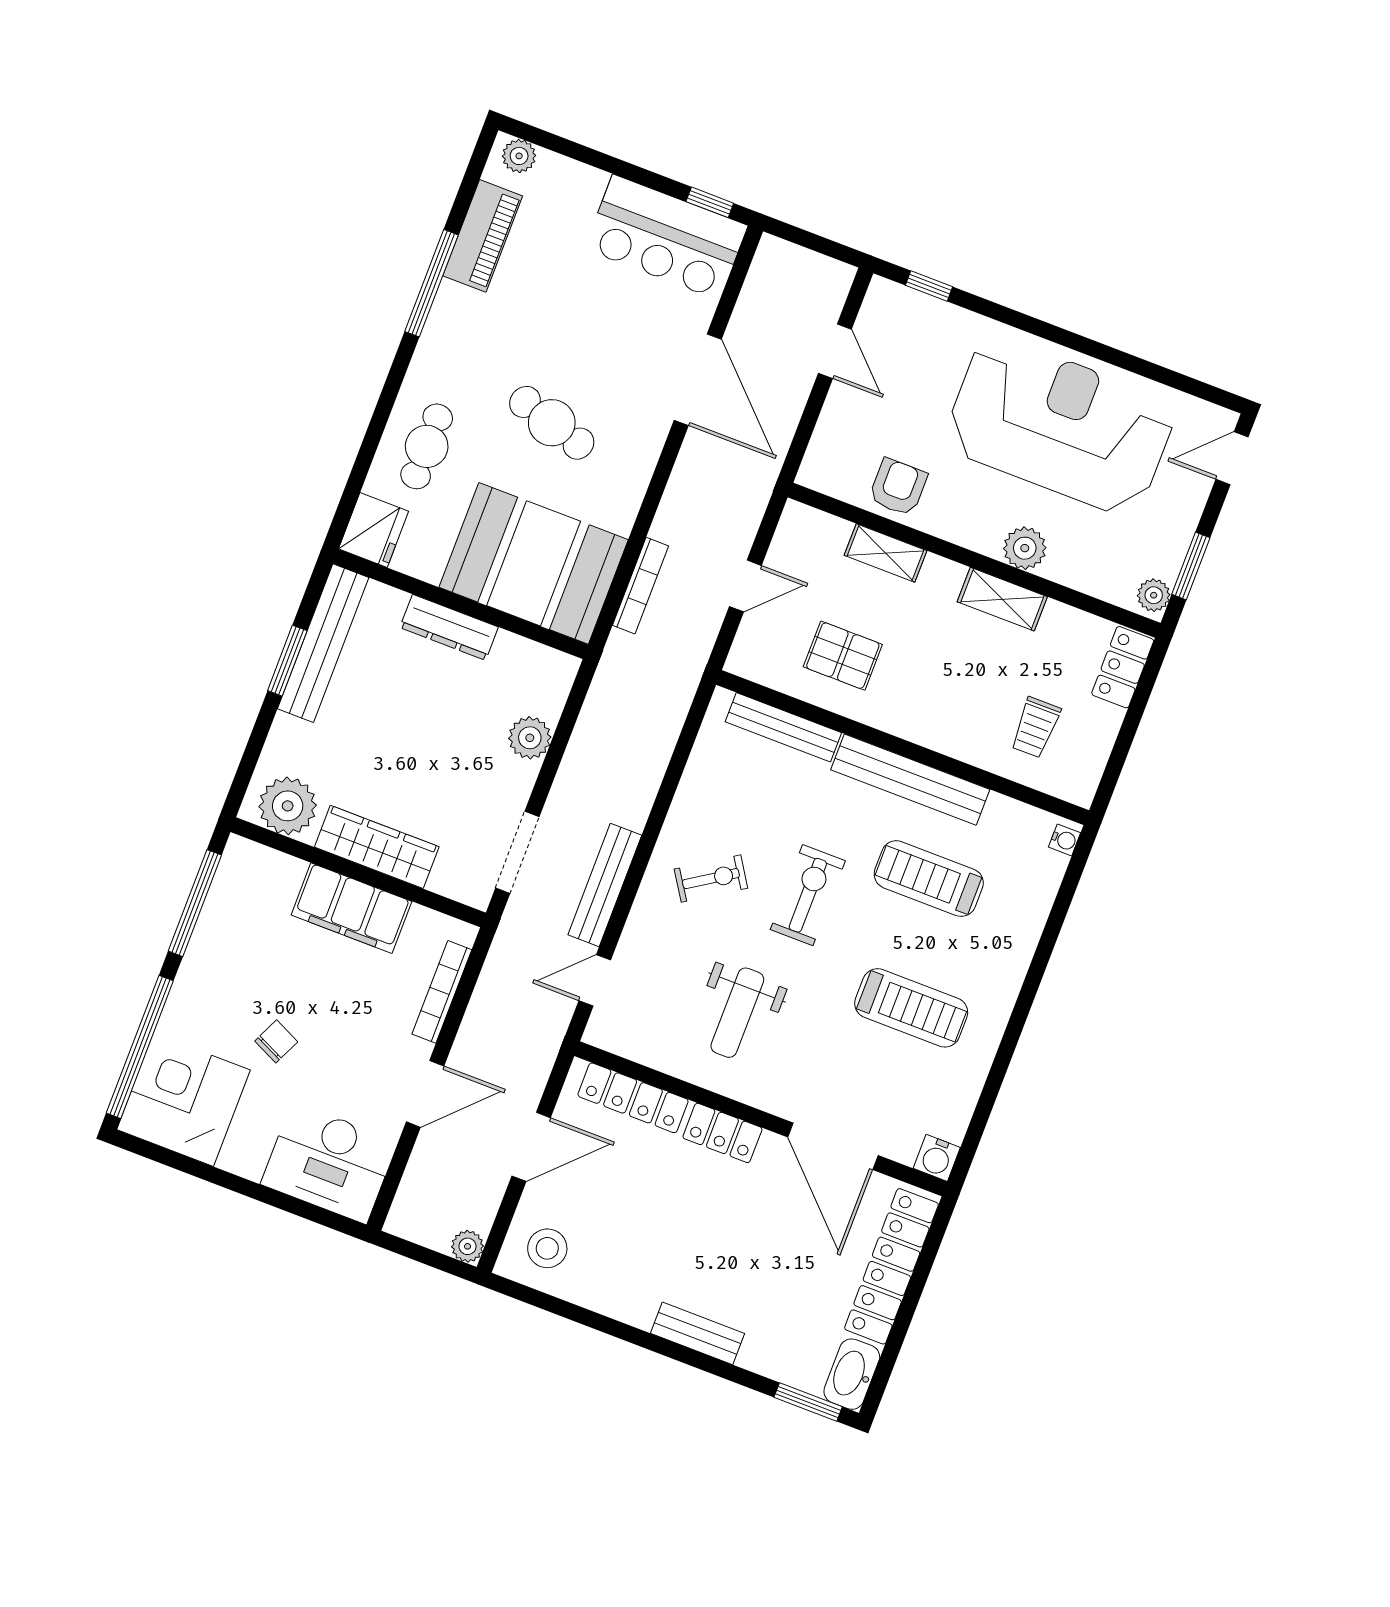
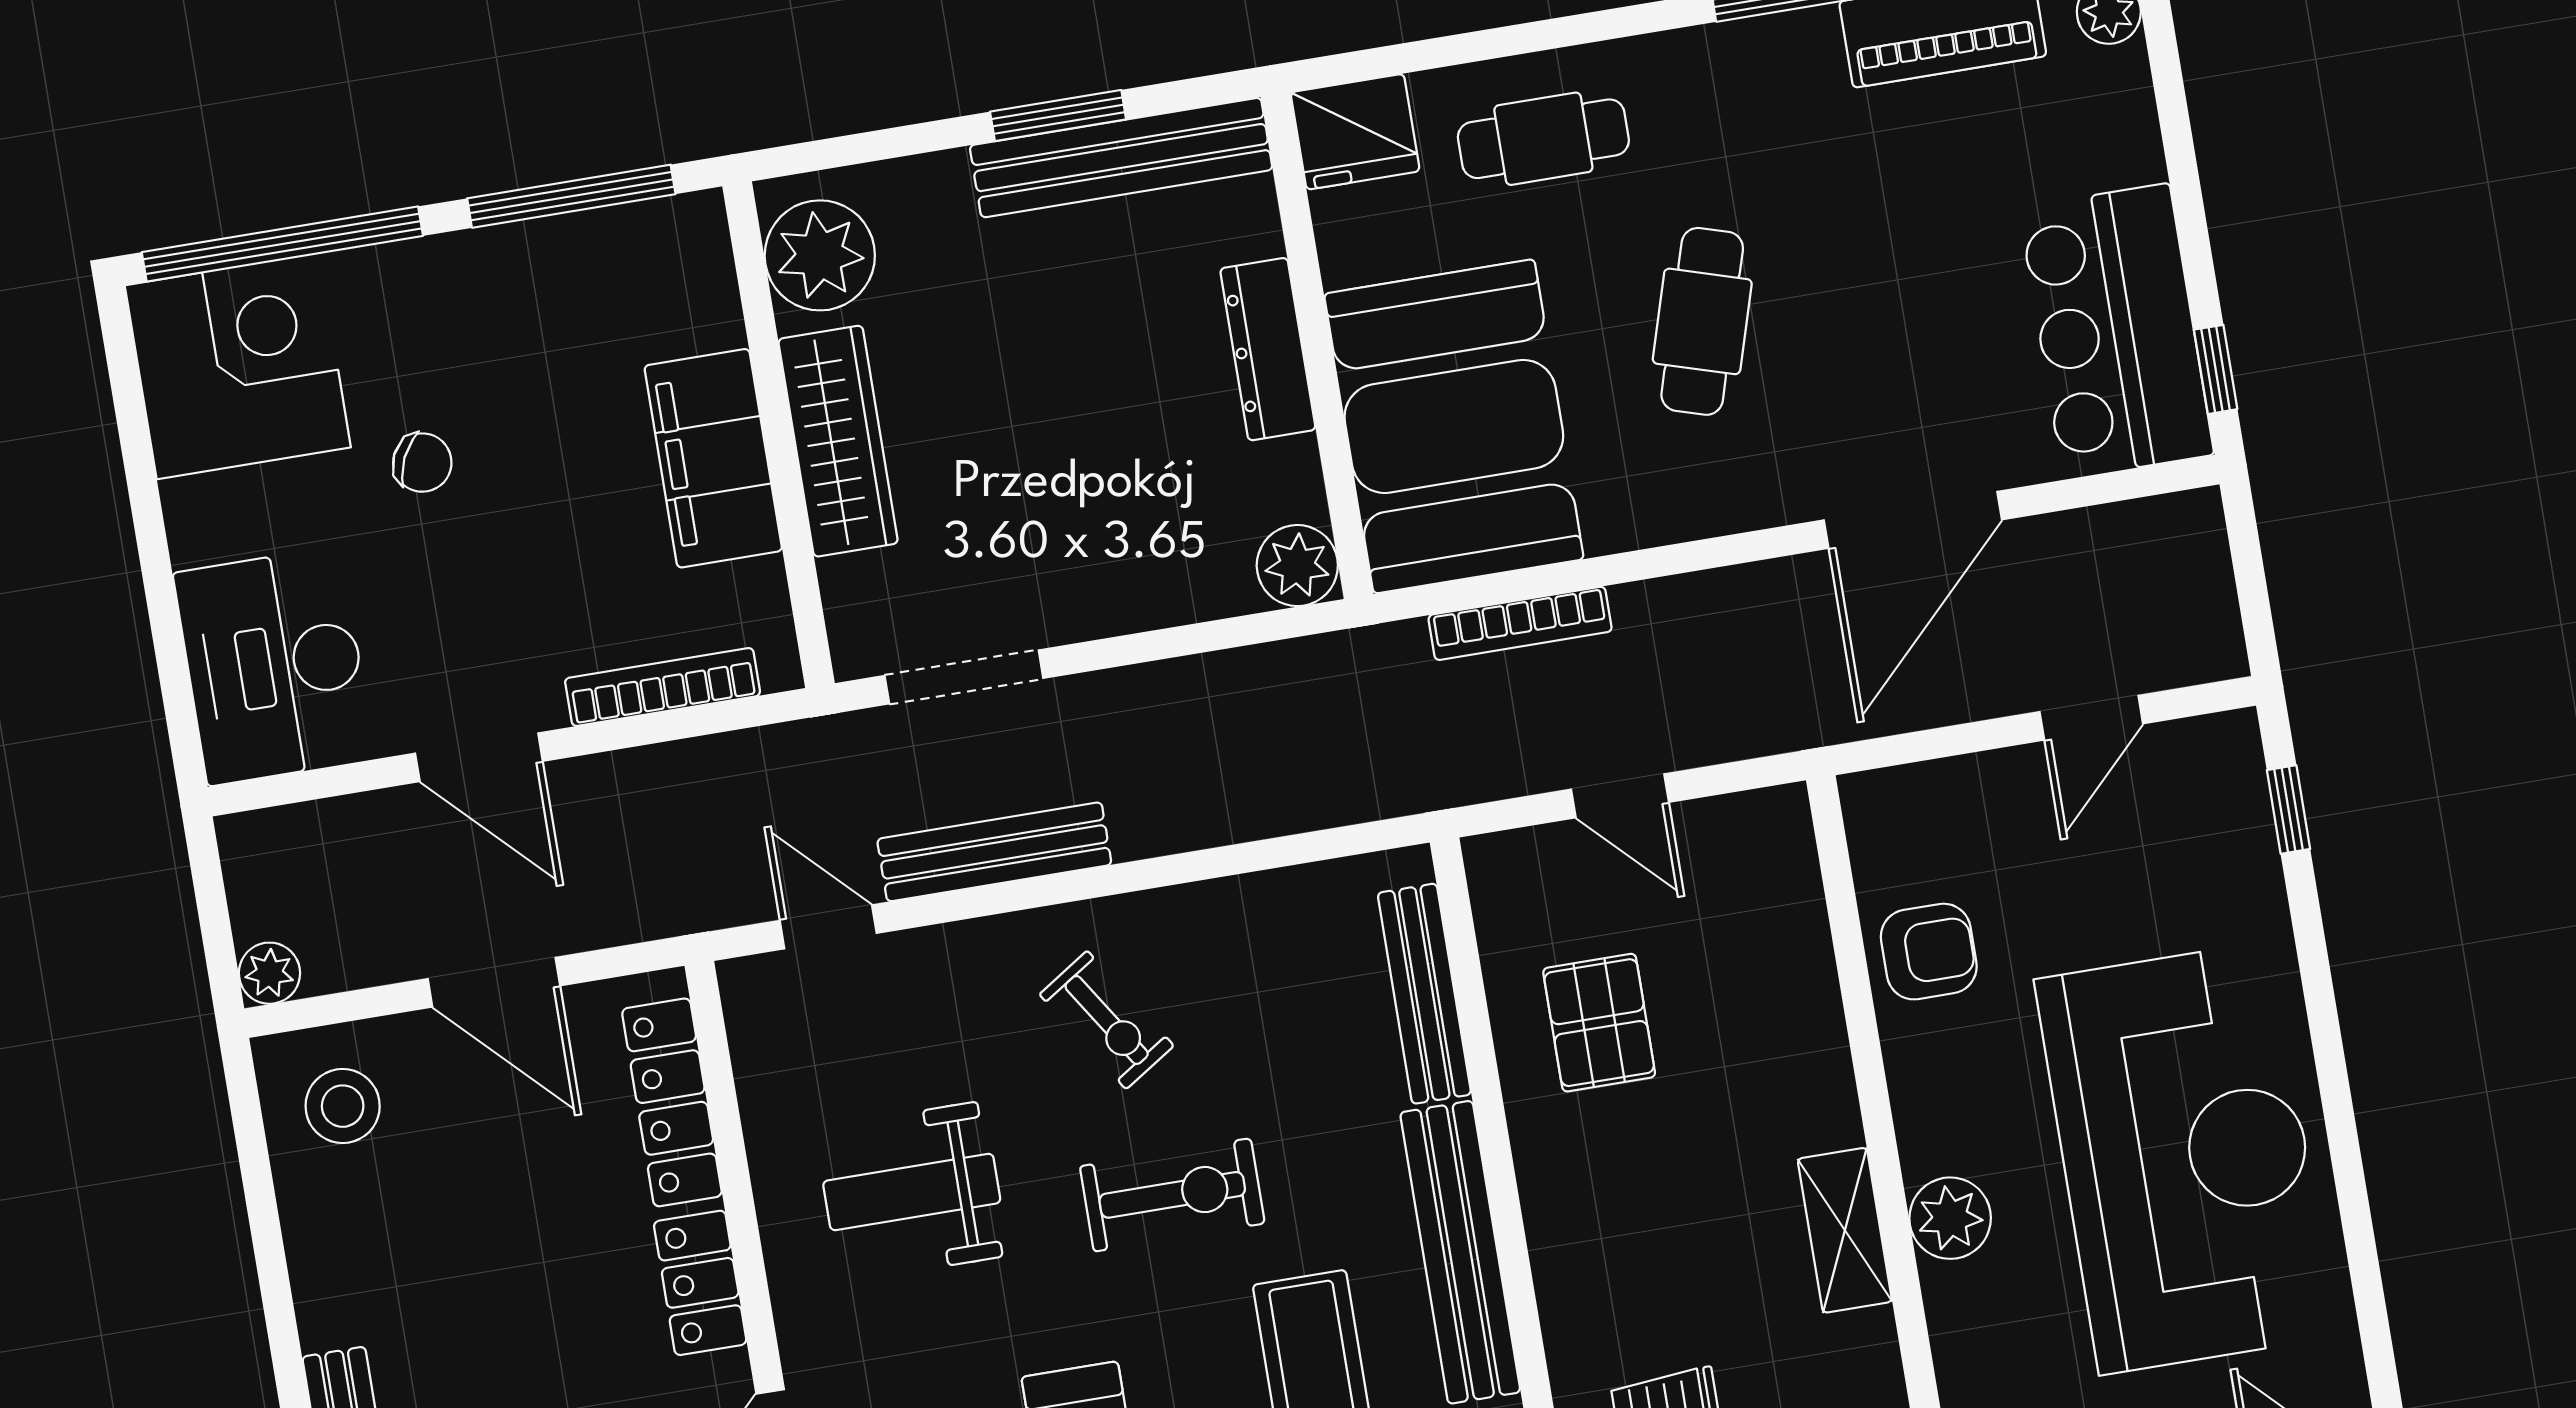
shelving: (886, 553) -> (1809, 994), removed
plant: (530, 738) -> (1297, 566), moved

